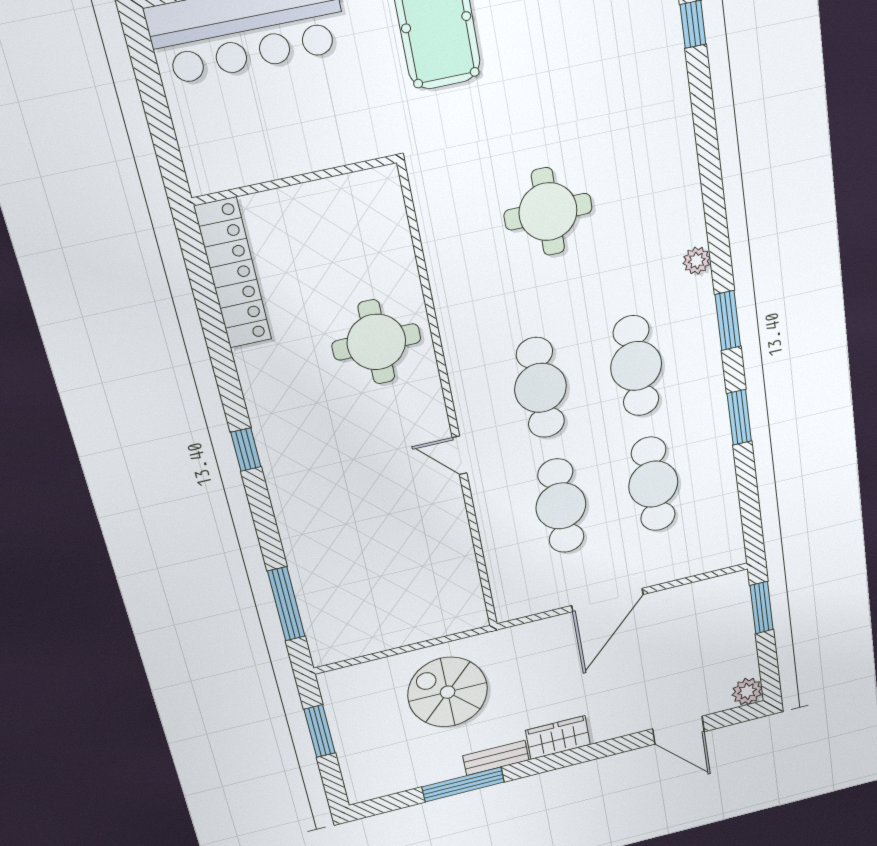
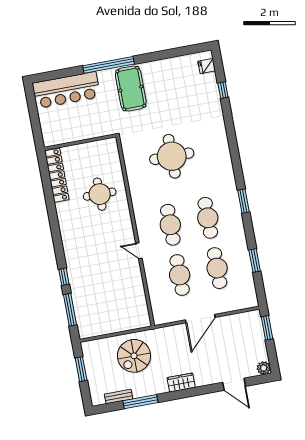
round table: (548, 212) -> (172, 156), width x1.36, depth x1.36
plant: (697, 261) -> (230, 177), removed
round table: (376, 342) -> (100, 194), moved
window: (739, 417) -> (255, 261), moved
window: (246, 450) -> (64, 277), moved
spiral stairs: (448, 692) -> (134, 356), turned -90
bench: (496, 758) -> (119, 397), moved

